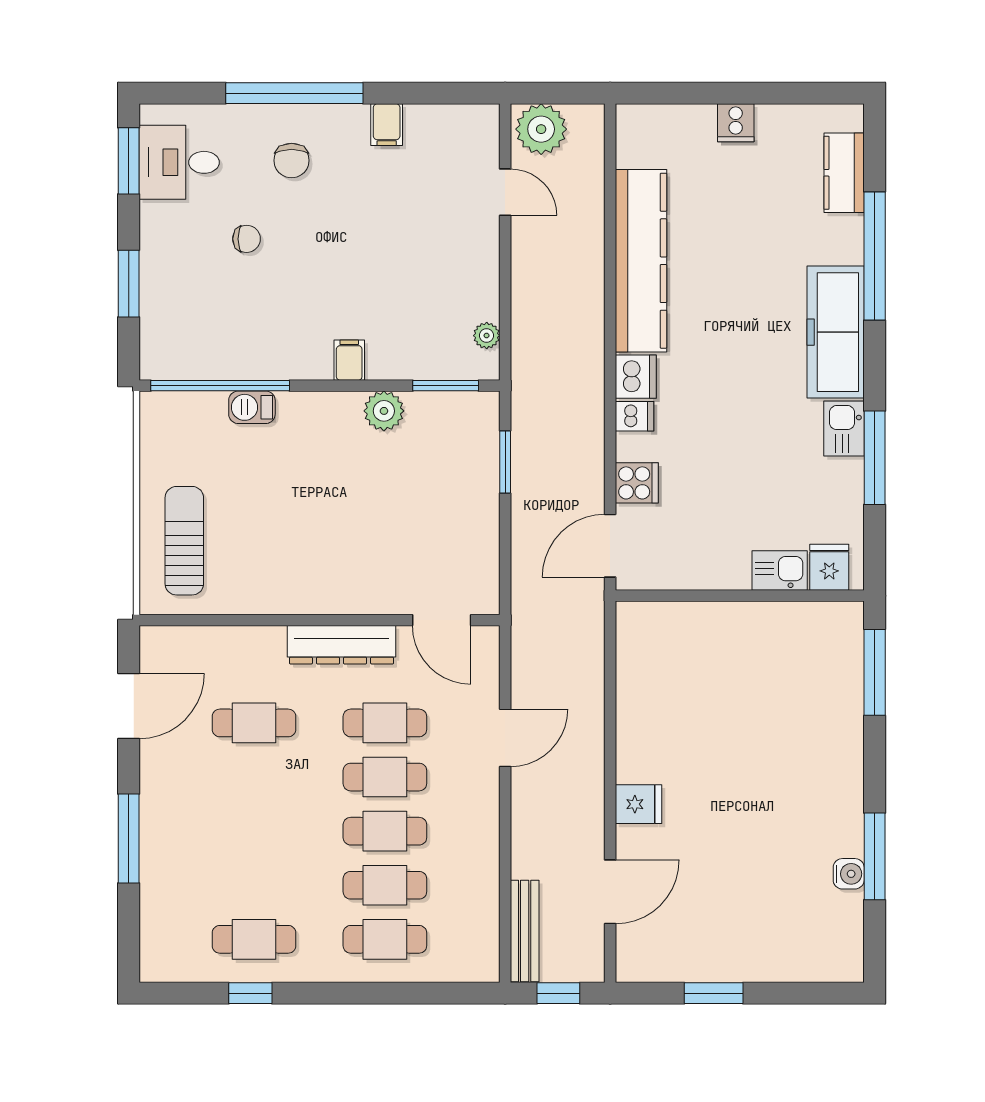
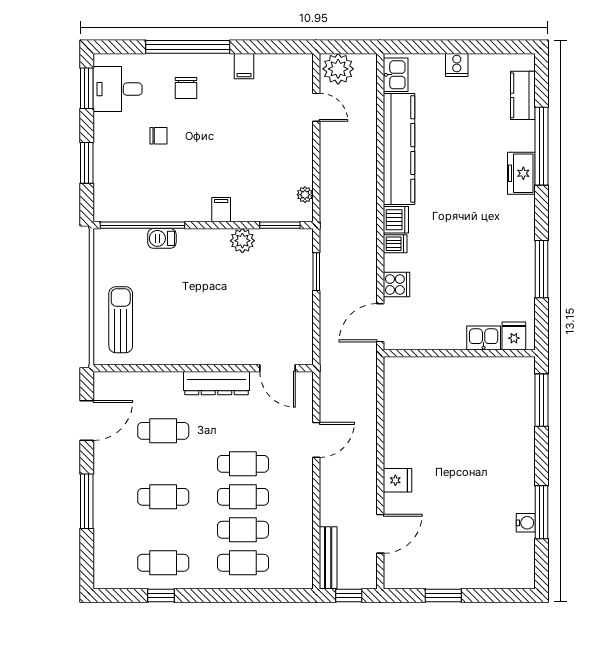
freezer: (836, 332) -> (521, 173), width x0.52, depth x0.79
kitchen sink: (844, 429) -> (396, 75), moved, turned 180
cafe table: (385, 723) -> (163, 497), moved

